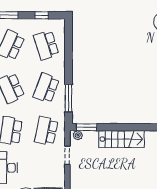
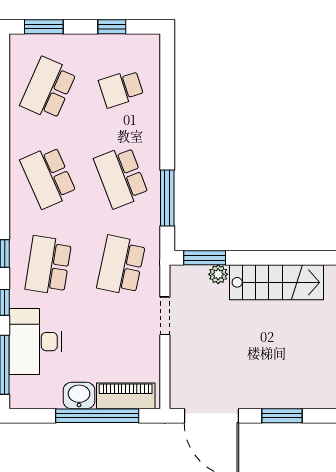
school desk: (46, 45) -> (121, 89), width x0.54
school desk: (46, 88) -> (121, 177), turned -42
plant: (78, 135) -> (218, 274), moved

